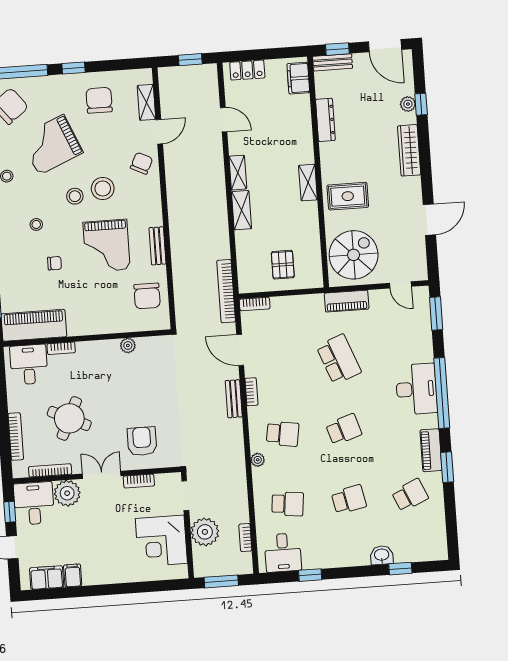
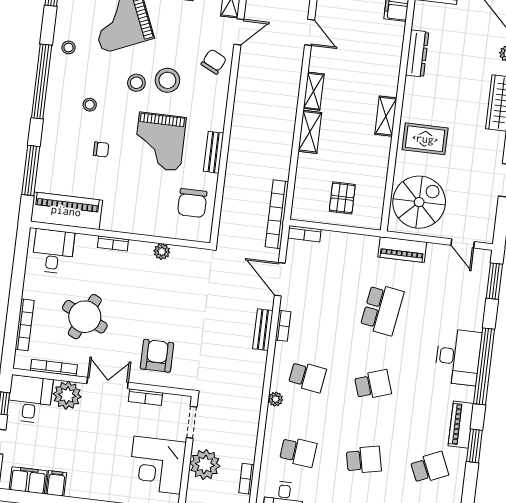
bookcase: (61, 348) -> (113, 243), moved
school desk: (339, 359) -> (382, 309), turned 30

